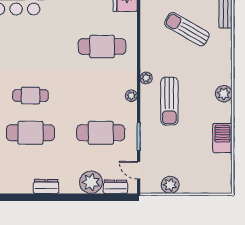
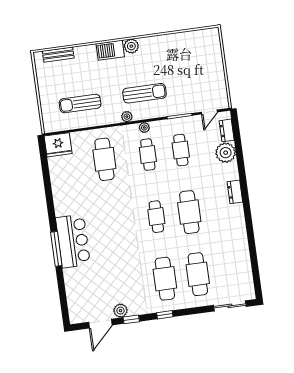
sun lounger: (187, 29) -> (80, 104), moved, turned 60
cafe table: (101, 96) -> (148, 155), added
cafe table: (101, 133) -> (181, 150), width x0.73, depth x0.74
barbecue: (222, 138) -> (110, 50), moved
plant: (170, 185) -> (218, 82), removed

